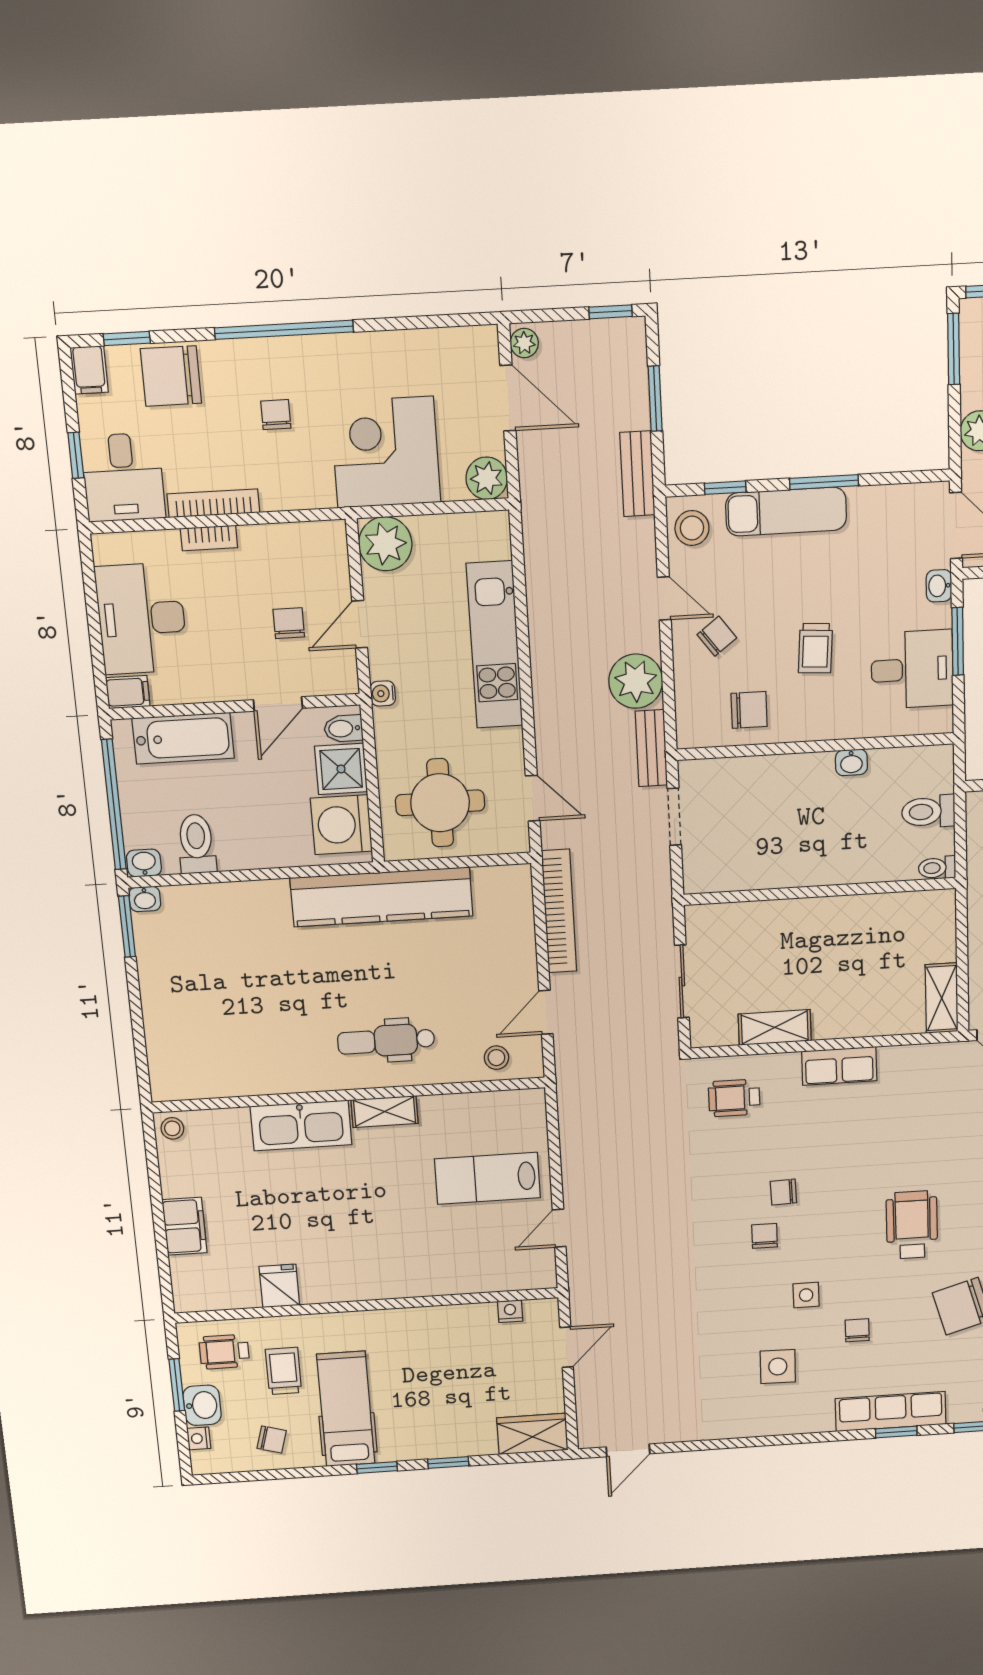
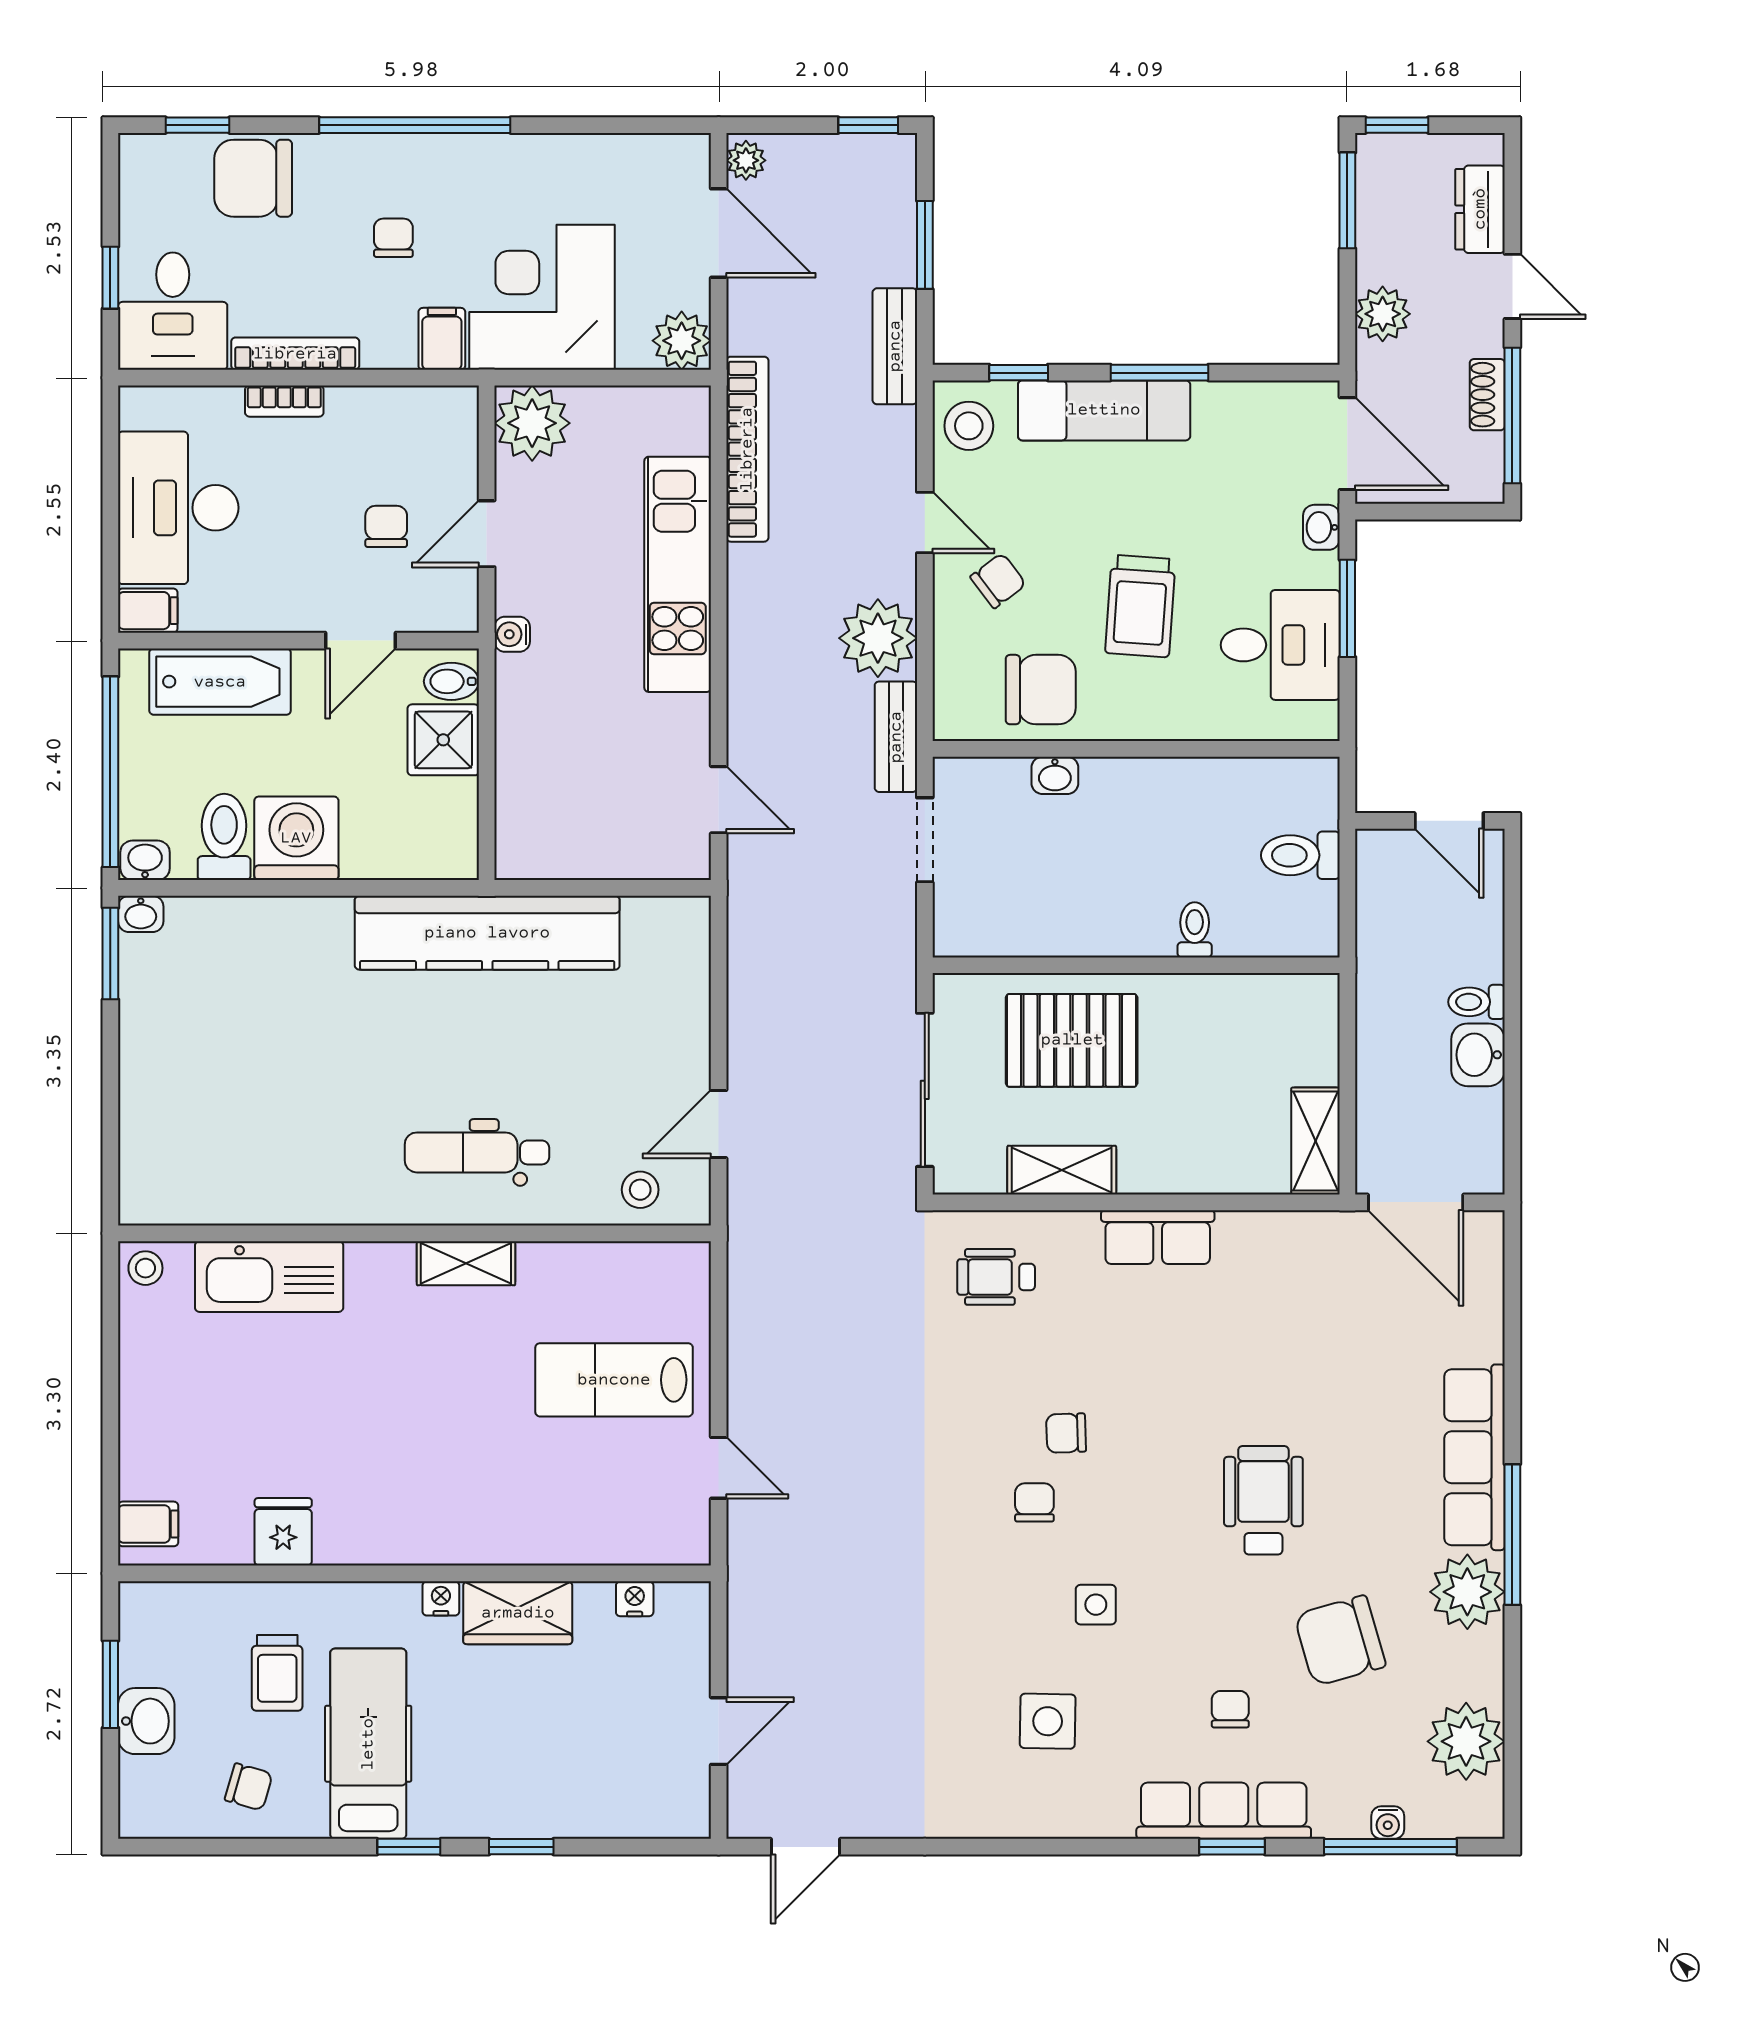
filing cabinet: (89, 370) -> (442, 339), moved, turned 180
trolley: (815, 648) -> (1140, 606), width x1.36, depth x1.39
chair: (749, 710) -> (1041, 690), width x1.37, depth x1.37
washbasin: (851, 762) -> (1055, 775), moved
round table: (440, 803) -> (583, 798), removed
washing machine: (341, 825) -> (296, 838), moved, turned 90
toilet: (937, 868) -> (1195, 930), moved, turned 90
bookcase: (559, 911) -> (747, 449), moved
pallet: (778, 943) -> (1072, 1040), added
sliding door: (682, 981) -> (925, 1090), width x1.37
kitchen sink: (301, 1125) -> (269, 1277), moved
filing cabinet: (184, 1226) -> (148, 1524), moved, width x0.50
door: (559, 1228) -> (719, 1468), swing flipped
chair: (857, 1330) -> (1230, 1709), moved
door: (567, 1347) -> (719, 1731), moved
wheelchair: (224, 1352) -> (189, 1634), removed
trolley: (283, 1371) -> (277, 1673), turned 180
wardrobe: (532, 1434) -> (518, 1613), moved, turned 180
nightstand: (199, 1438) -> (441, 1598), moved, turned 90

